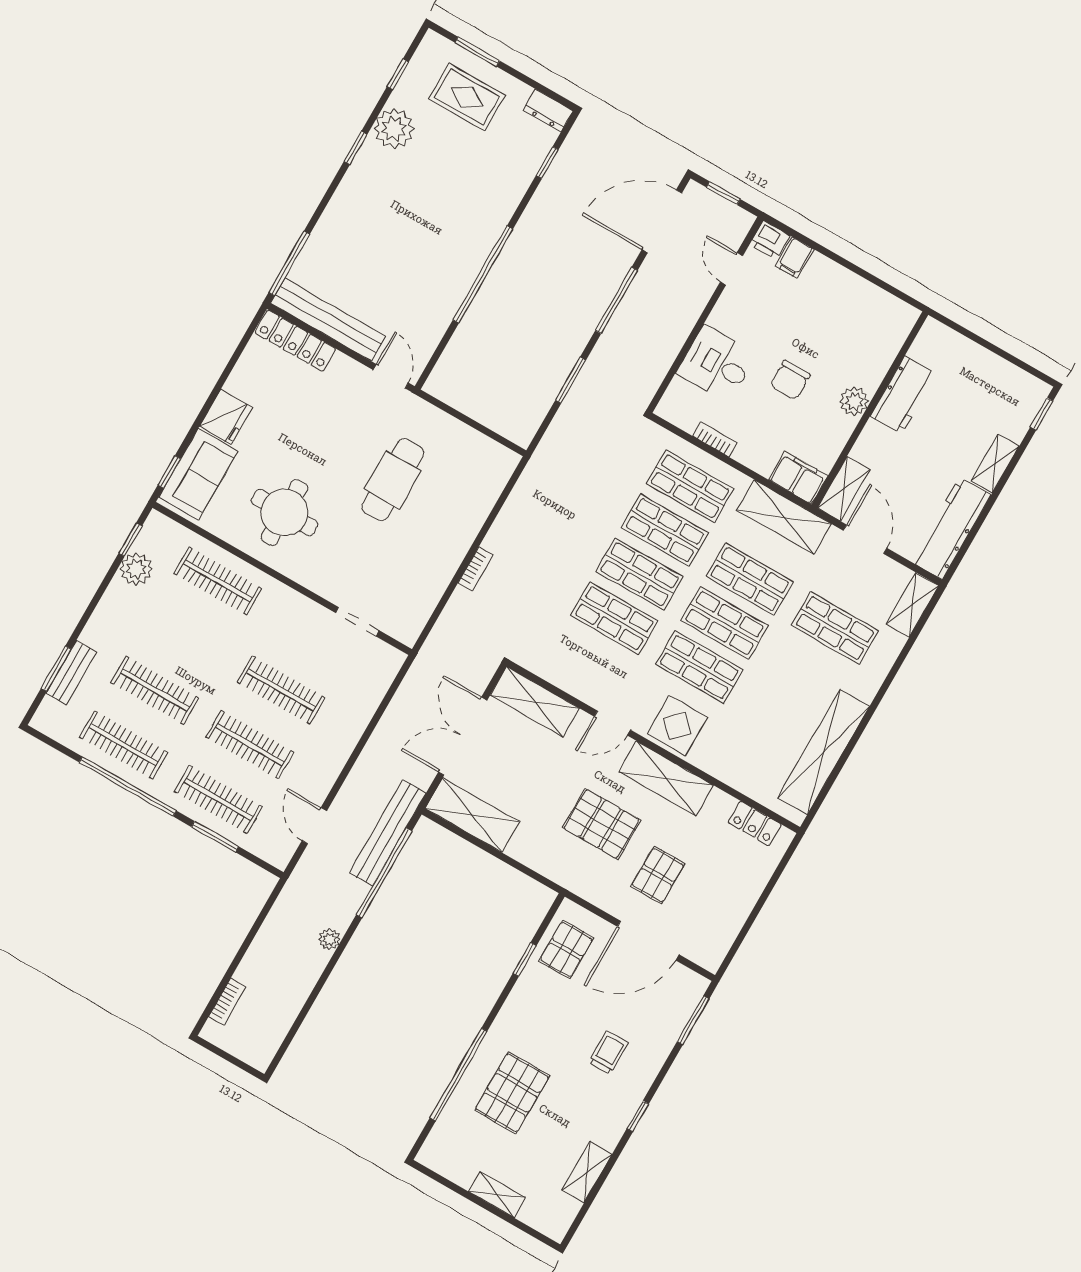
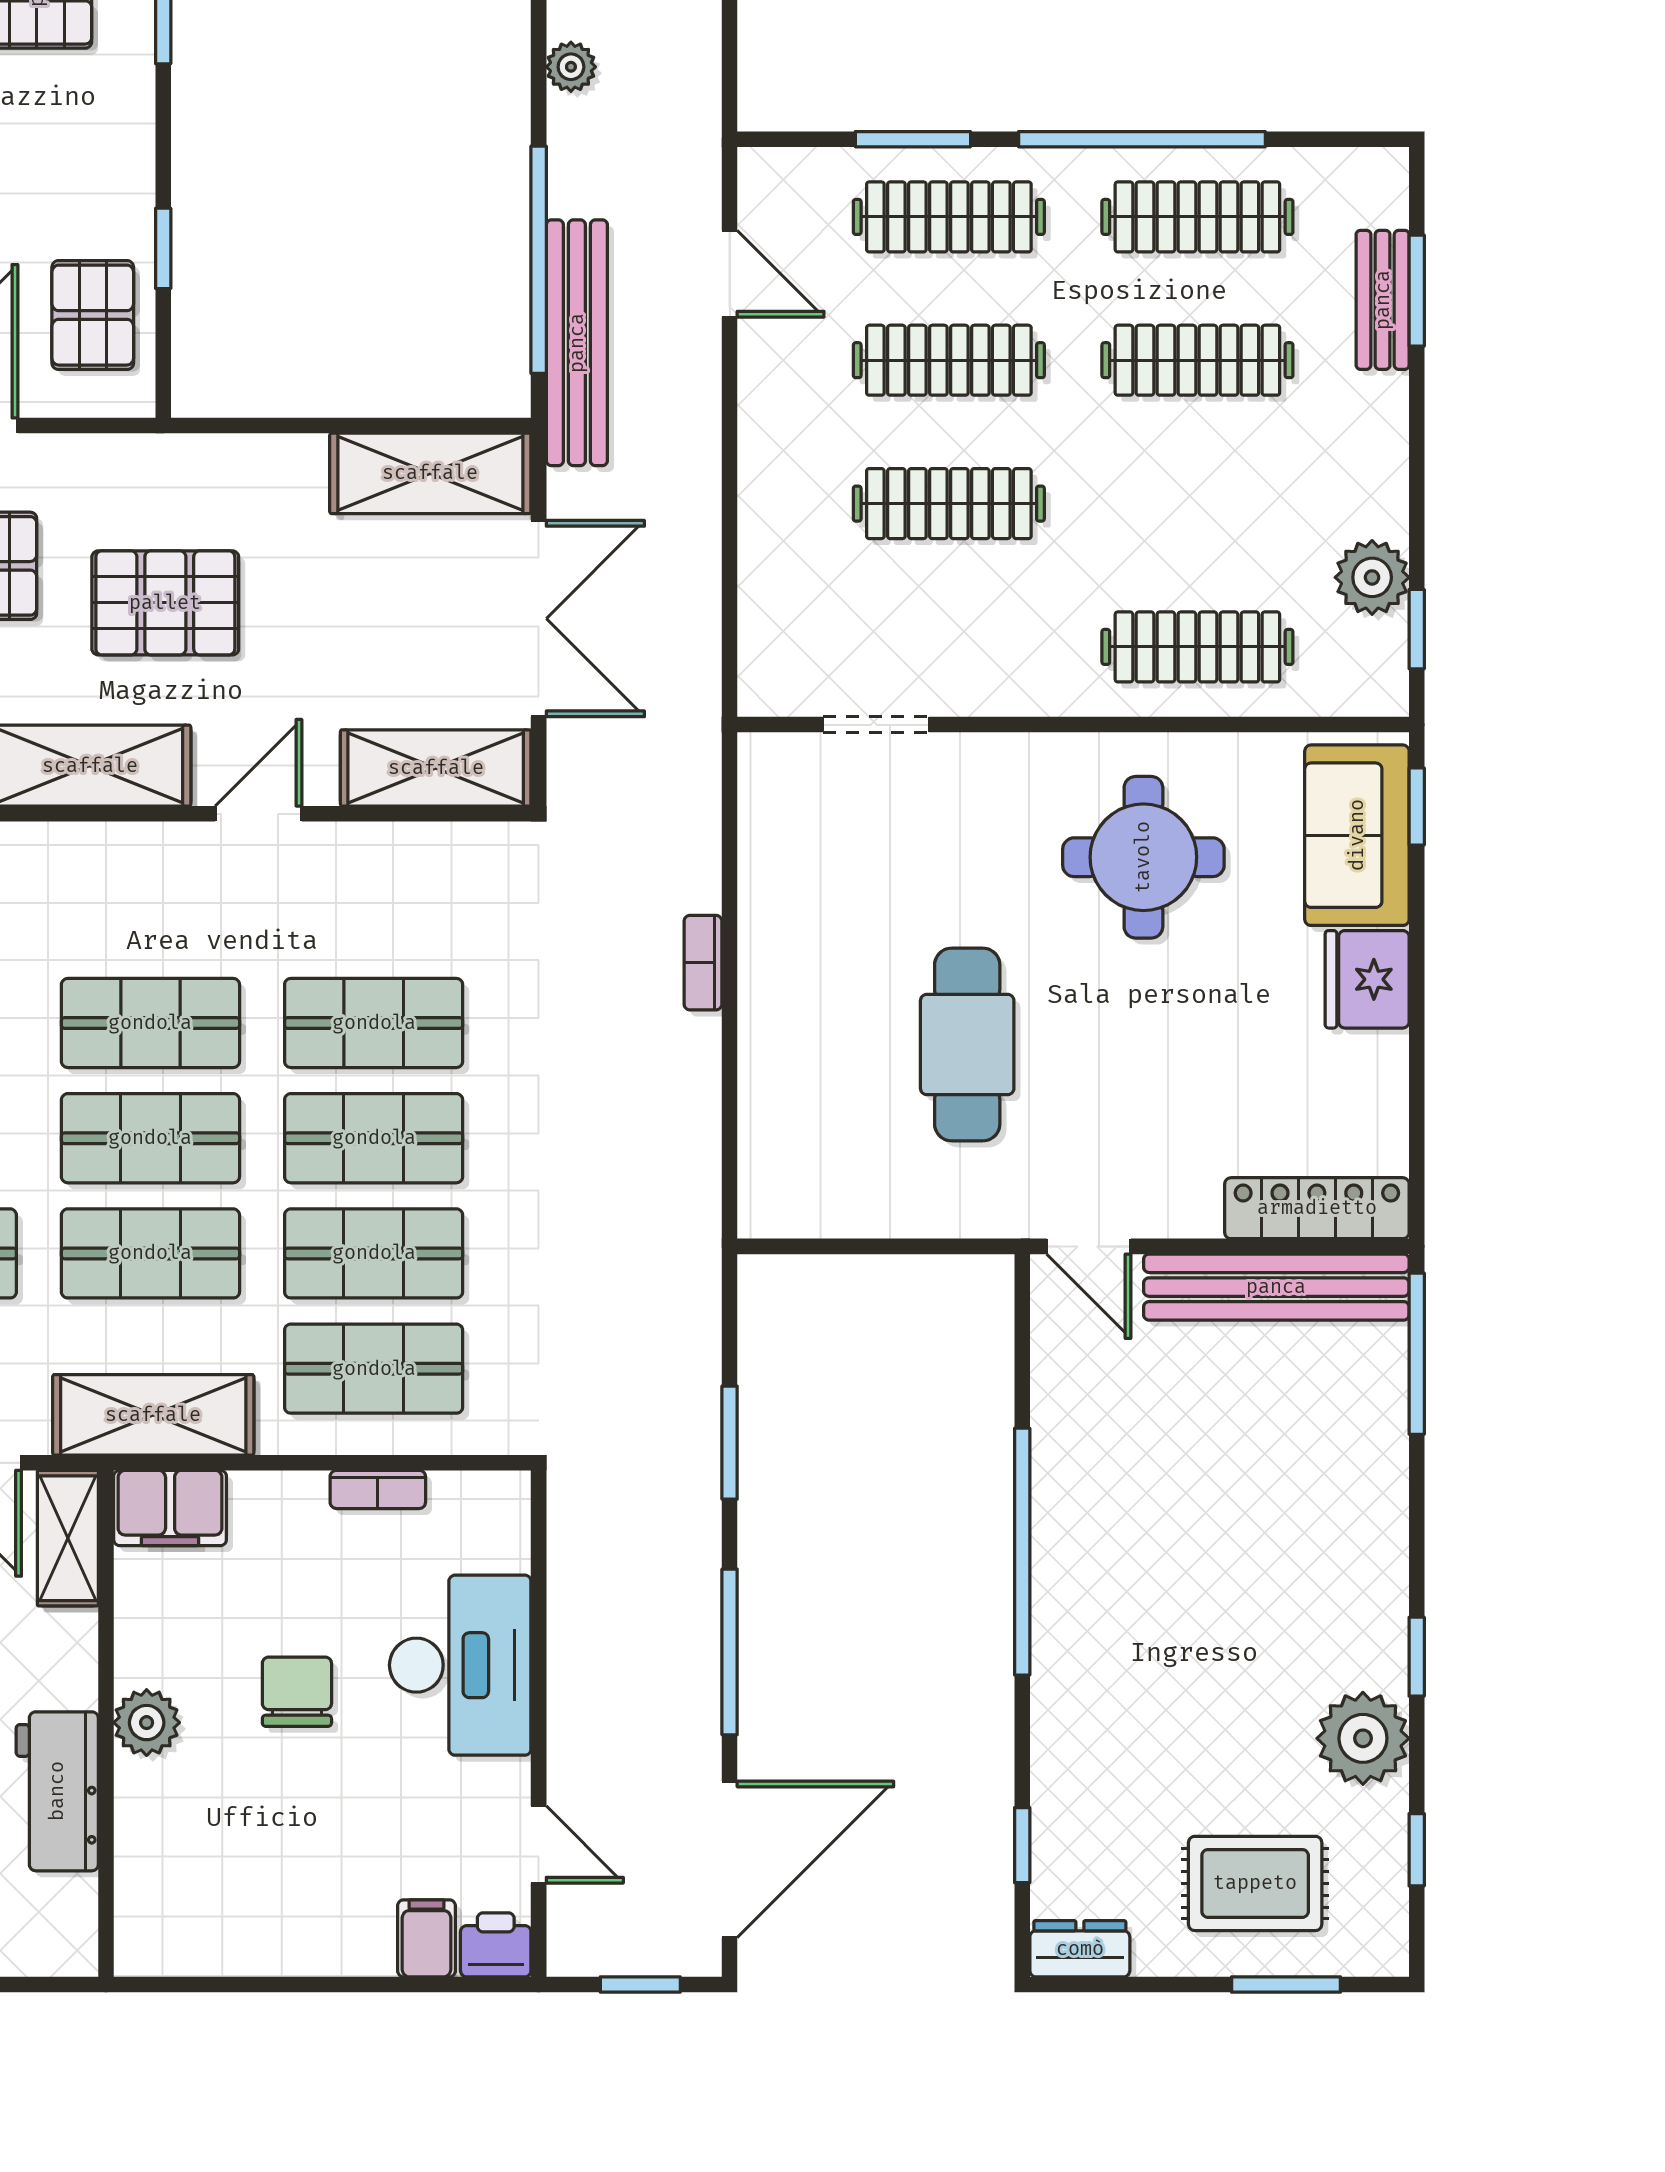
desk: (717, 364) -> (460, 1665), width x1.37
display table: (677, 726) -> (127, 882), removed

